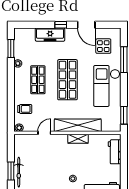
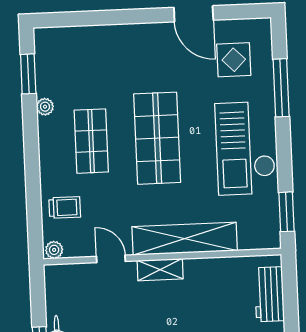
window: (61, 25) -> (137, 16), removed
freezer: (50, 35) -> (114, 39), removed
door: (44, 133) -> (111, 259), hinge flipped
shelving: (78, 139) -> (160, 270), moved

